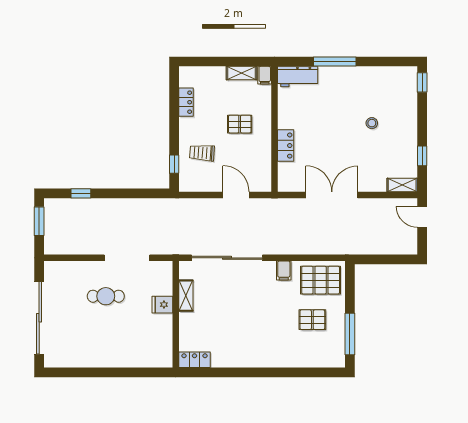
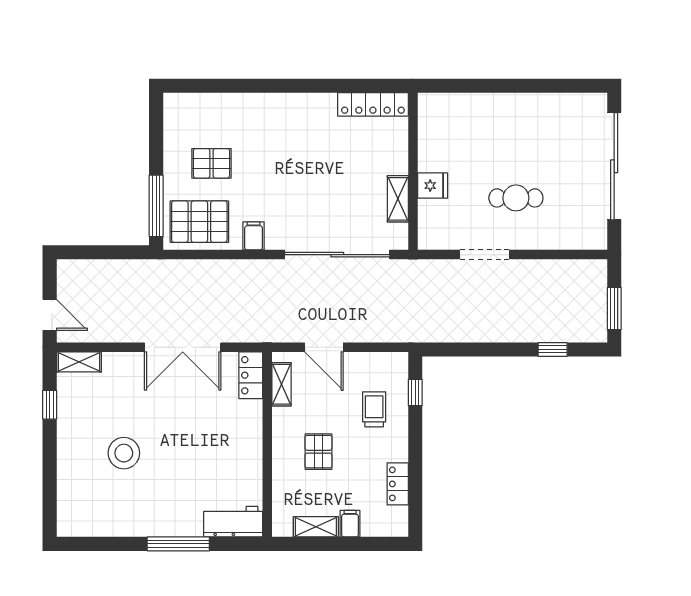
filing cabinet: (265, 75) -> (350, 524), moved
window: (422, 82) -> (50, 513), removed
stool: (372, 123) -> (124, 453), width x1.89, depth x1.89
pallet: (240, 124) -> (319, 452), turned 90
locker: (286, 146) -> (251, 375), moved
trolley: (202, 153) -> (374, 409), turned -94
shelving: (265, 170) -> (282, 384), added
doorway: (127, 258) -> (485, 255), width x0.73
window: (350, 334) -> (156, 206), moved
locker: (195, 360) -> (373, 104), width x1.53

